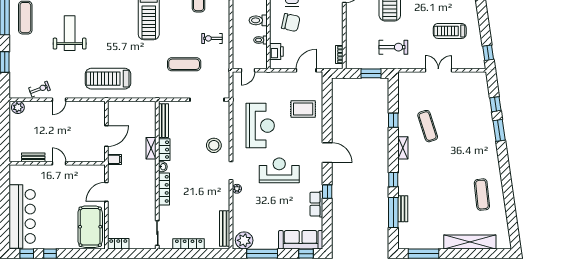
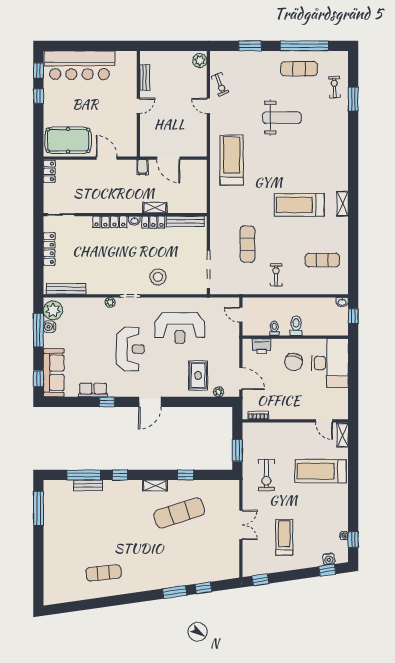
plant: (318, 90) -> (219, 392), added
exercise mat: (428, 126) -> (179, 513), width x1.36, depth x1.45
shelving: (470, 242) -> (51, 560), removed
water cooler: (259, 244) -> (49, 327), added

